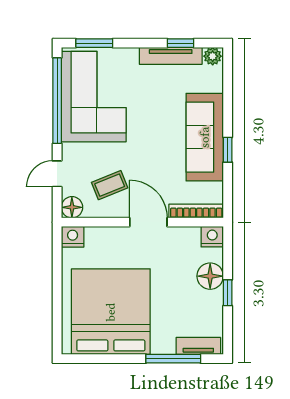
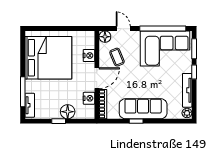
window: (180, 43) -> (194, 72), moved
nightstand: (73, 237) -> (89, 56), moved
nightstand: (212, 237) -> (89, 98), moved

